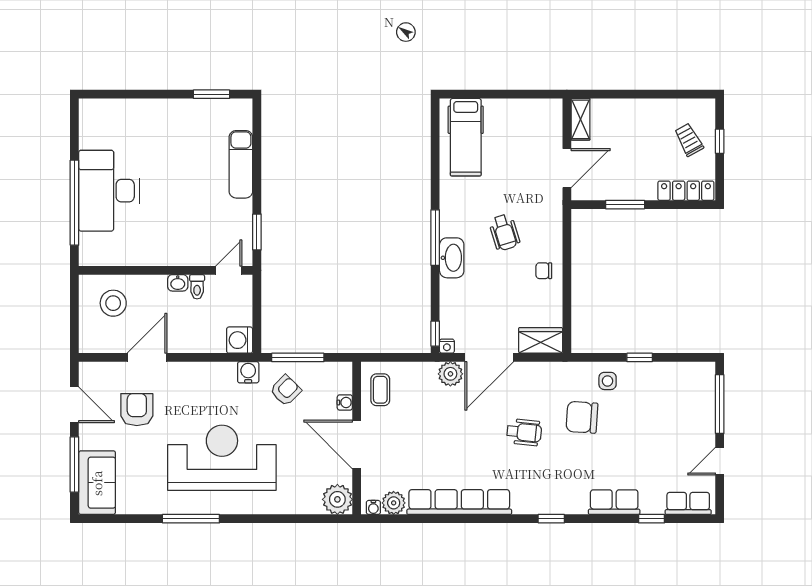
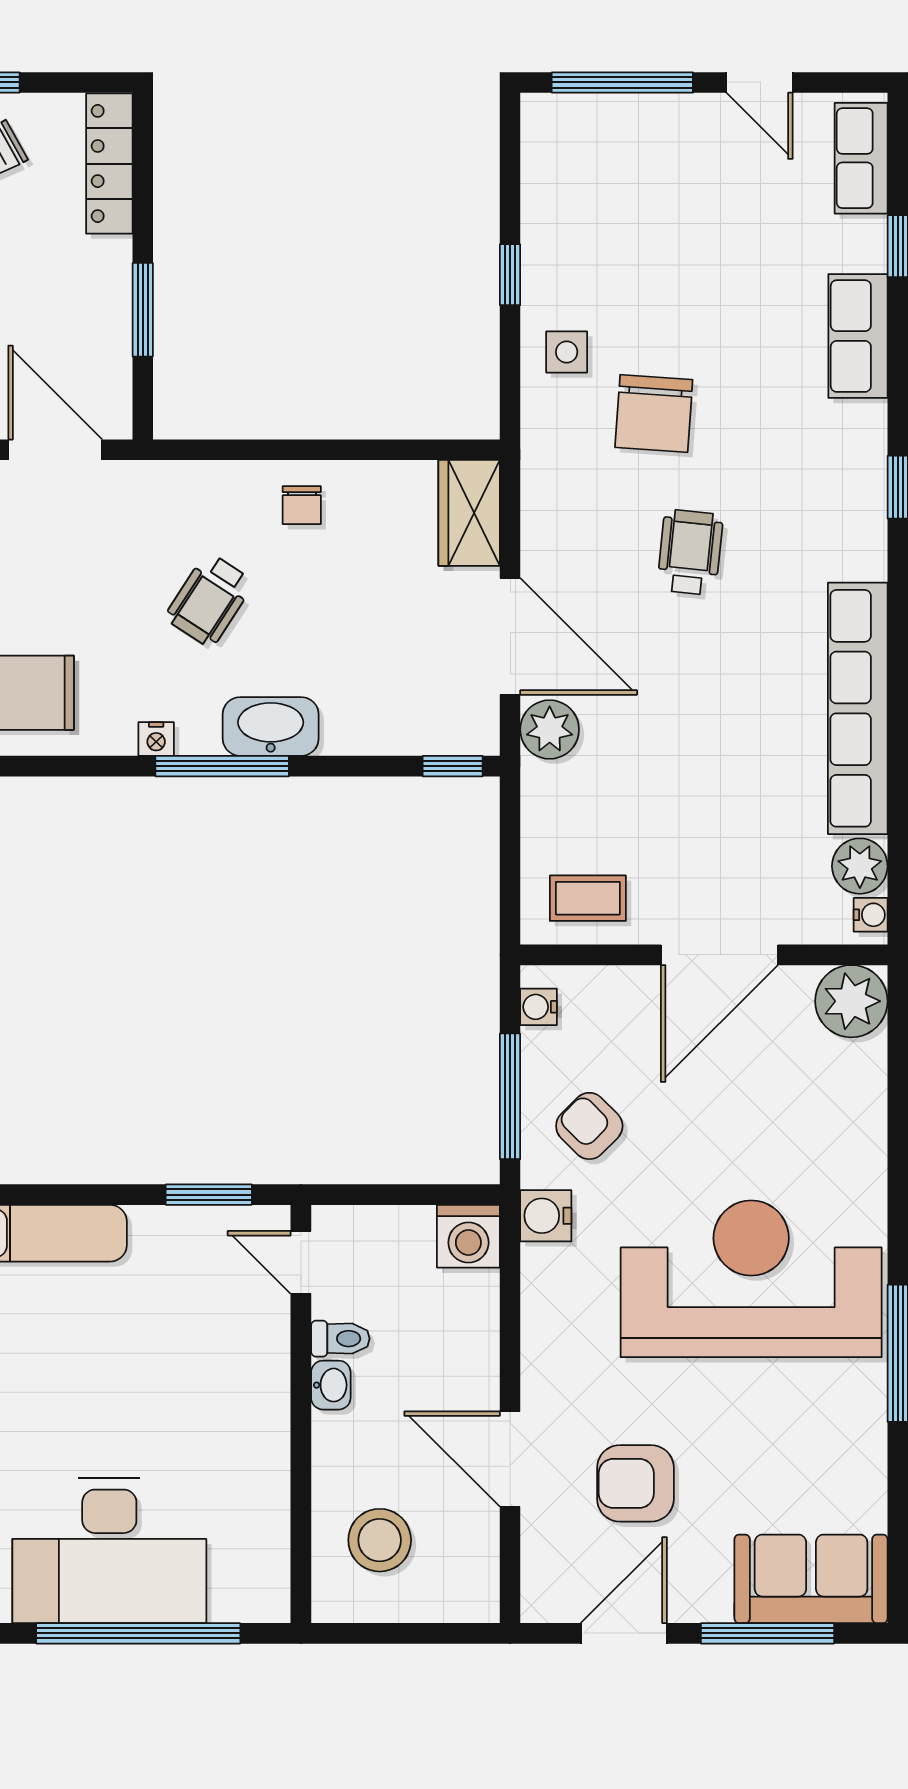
wheelchair: (504, 232) -> (209, 600), turned 140
nightstand: (447, 346) -> (156, 739), moved, turned 90
water cooler: (345, 402) -> (539, 1007), moved, turned -90
reception desk: (222, 458) -> (751, 1279), turned 90

